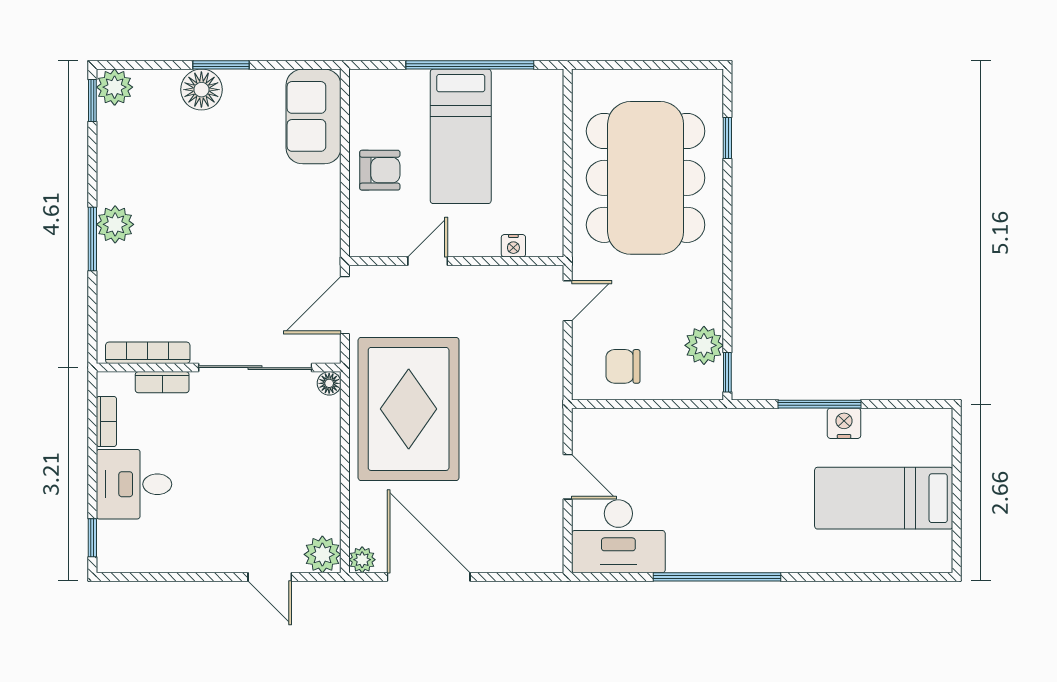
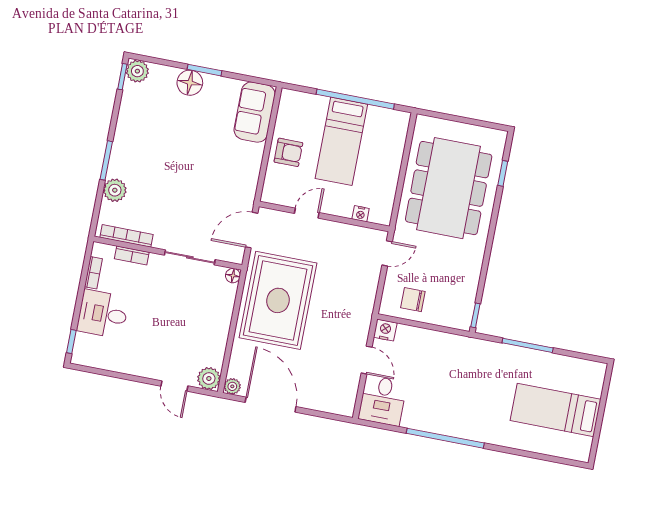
plant: (115, 224) -> (115, 190), moved
plant: (704, 345) -> (464, 296), removed
sliding door: (255, 368) -> (190, 257), width x0.73
nightstand: (844, 423) -> (385, 330), moved
desk: (618, 536) -> (383, 401), width x0.73

